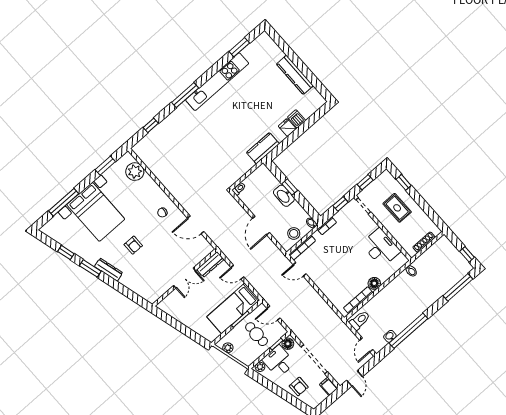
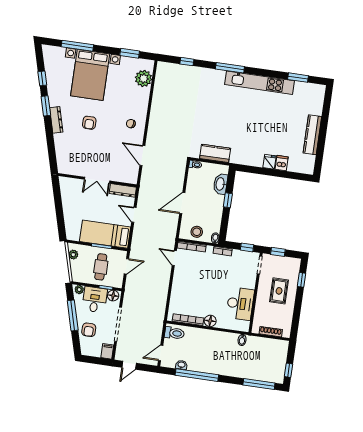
kitchen counter: (263, 148) -> (215, 153), moved
washbasin: (284, 196) -> (220, 184), moved
door: (274, 313) -> (126, 266), swing flipped
window: (276, 390) -> (73, 315), added

